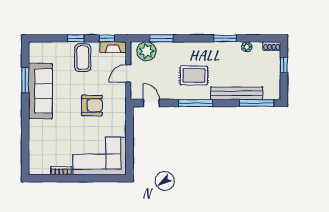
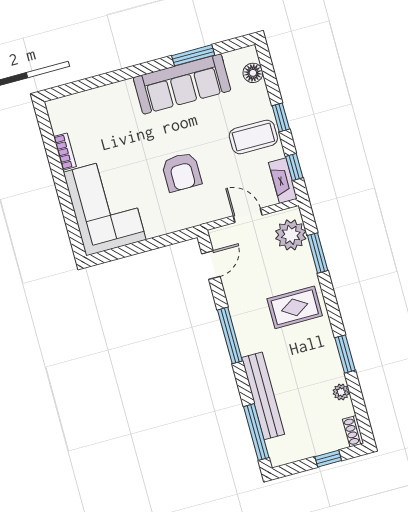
floor lamp: (45, 48) -> (253, 73), added
rug: (194, 75) -> (295, 307), moved, turned 90

